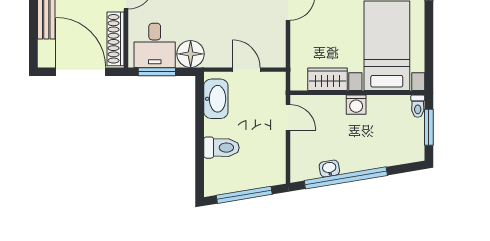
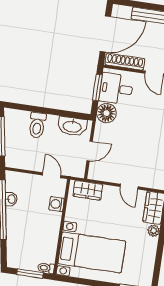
wardrobe: (328, 79) -> (88, 190), moved, turned 90
washing machine: (356, 105) -> (57, 204), moved
door: (288, 117) -> (52, 175), swing flipped

